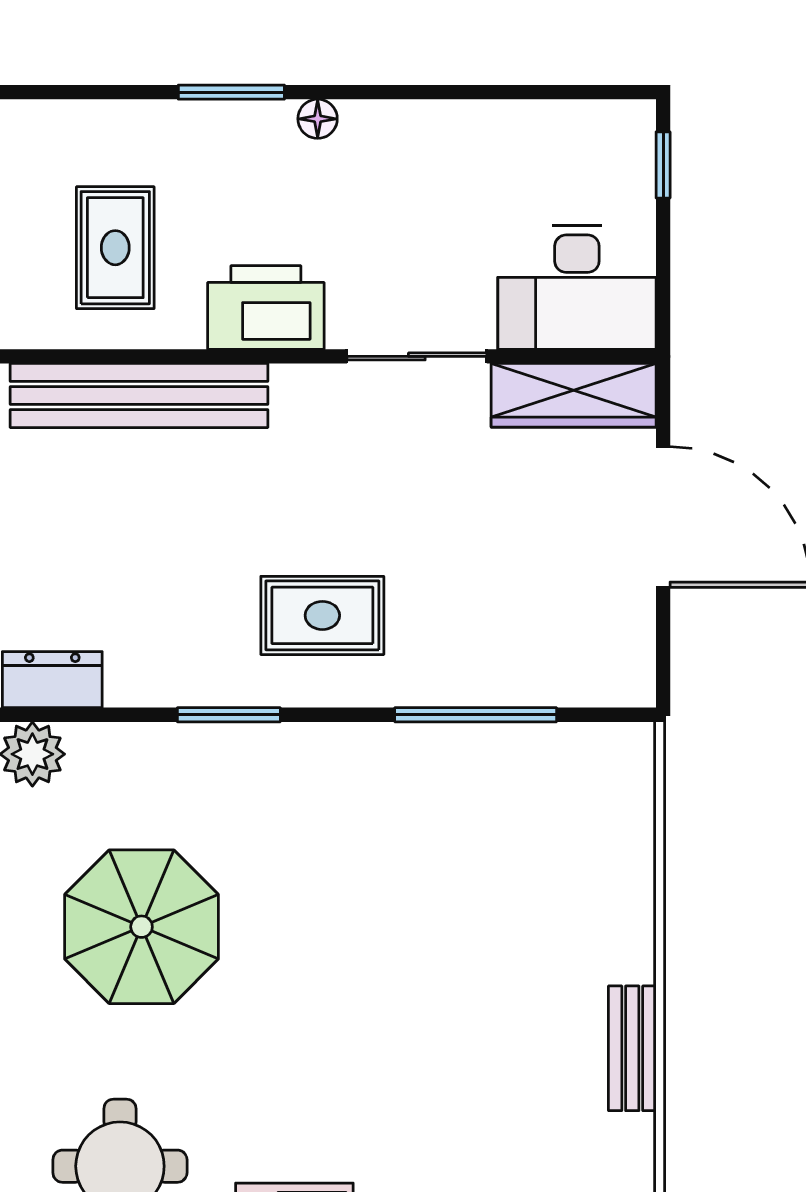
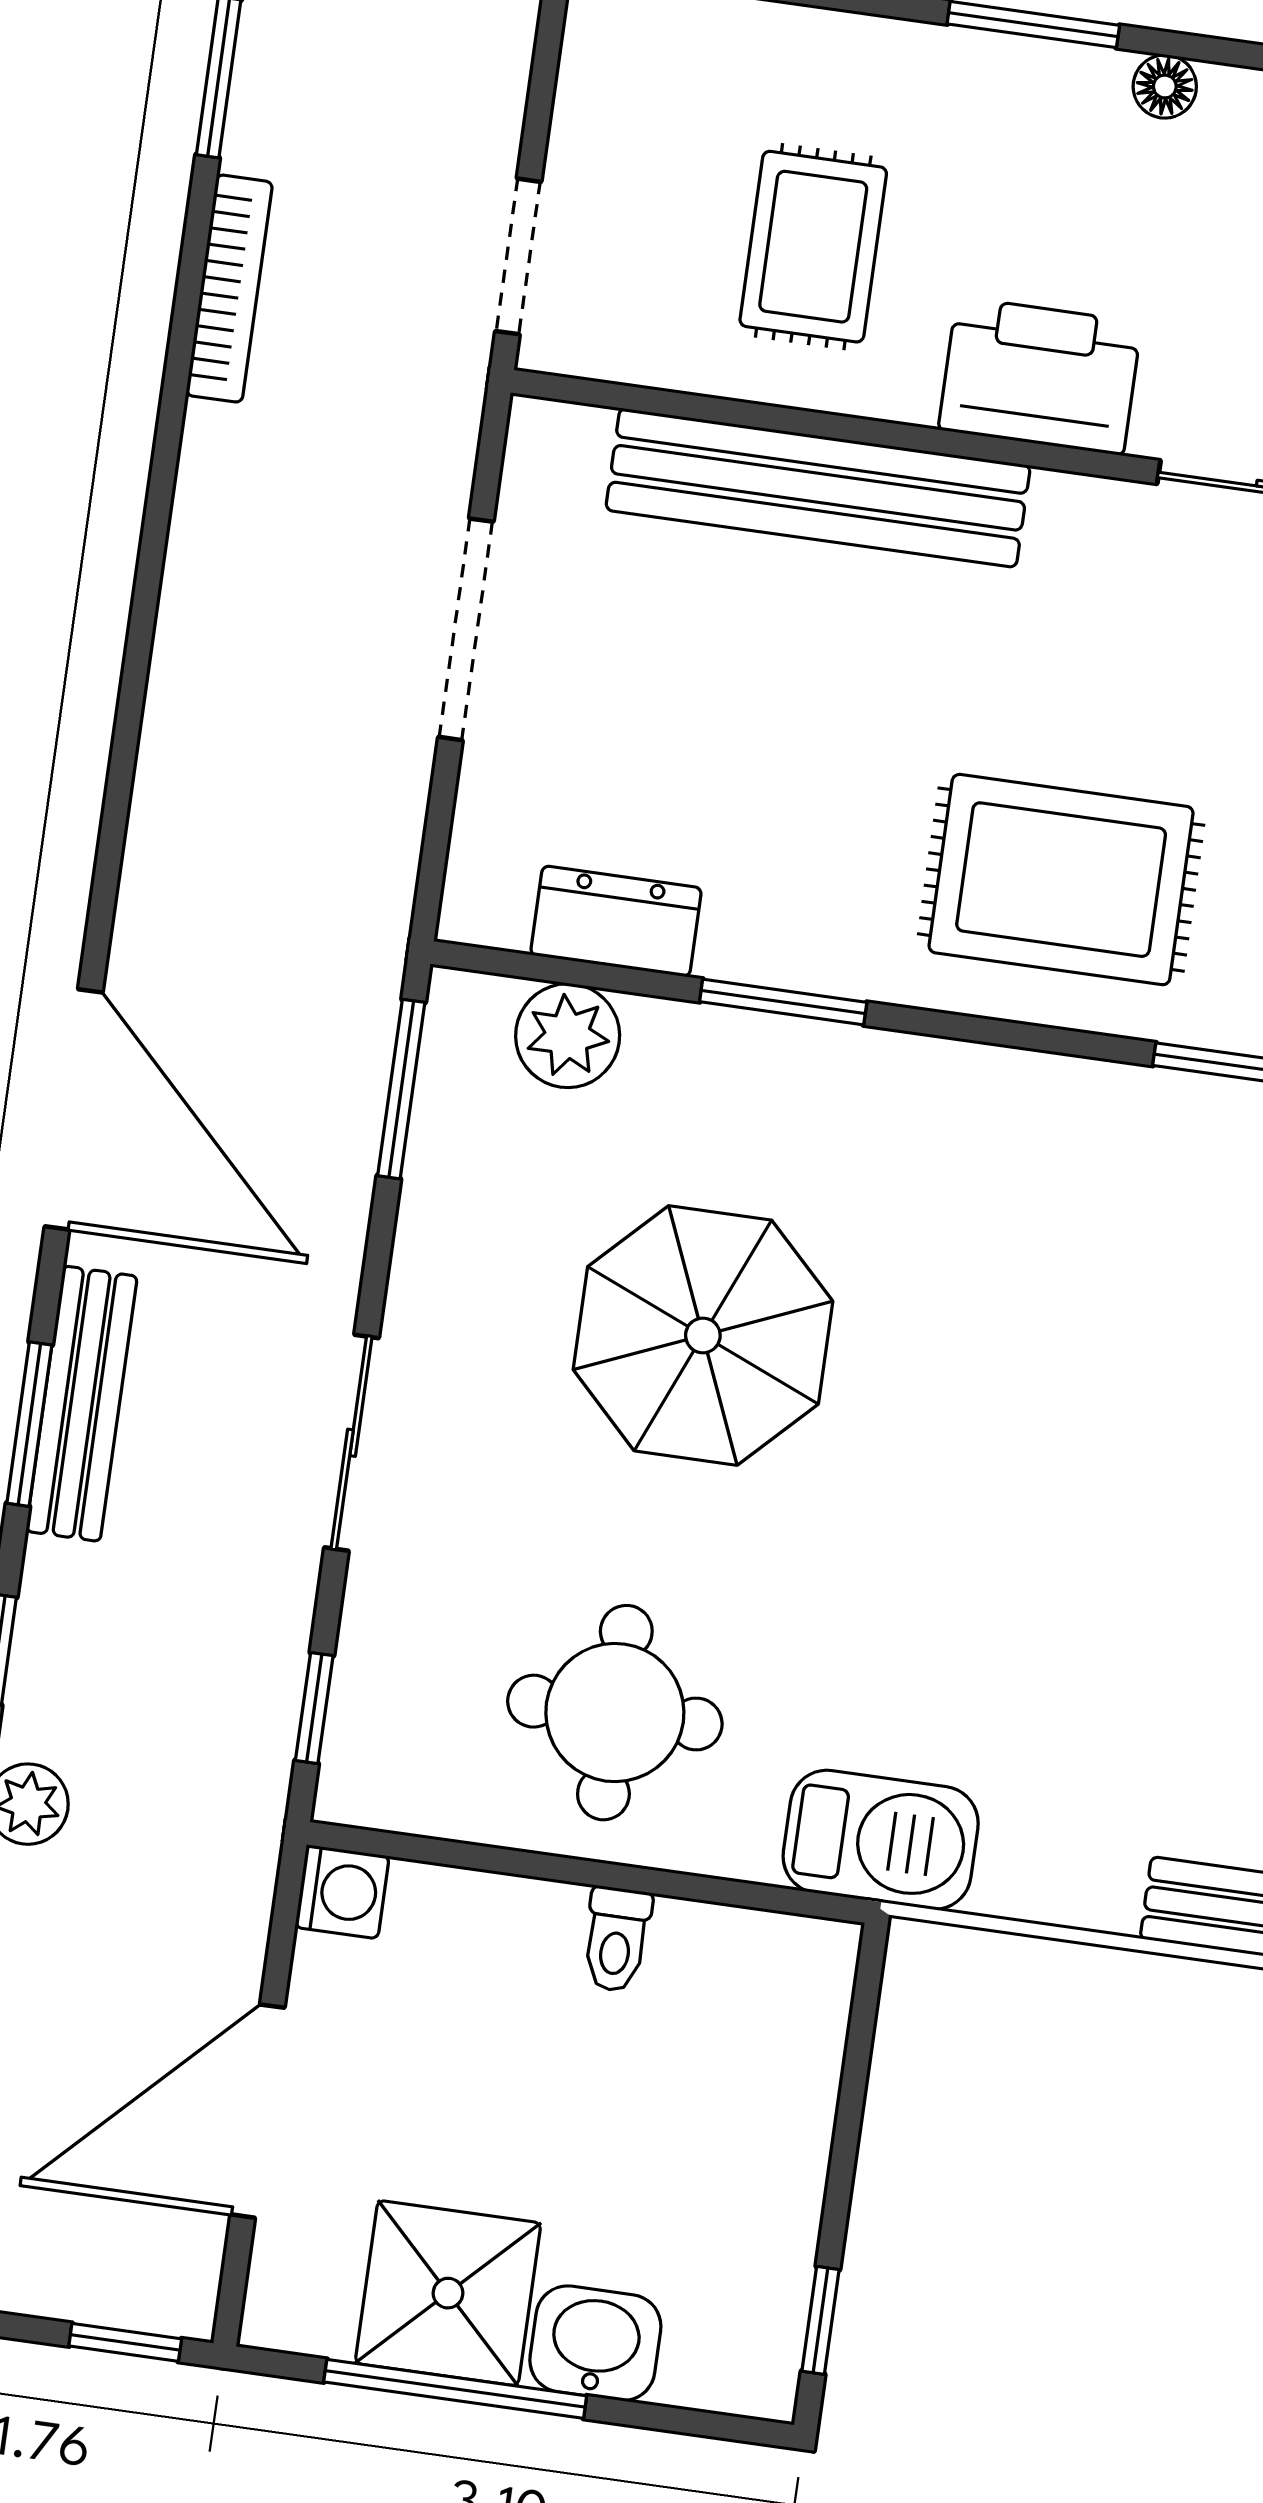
rug: (322, 615) -> (1061, 880), width x1.36, depth x1.43
window: (229, 715) -> (783, 1002), moved

